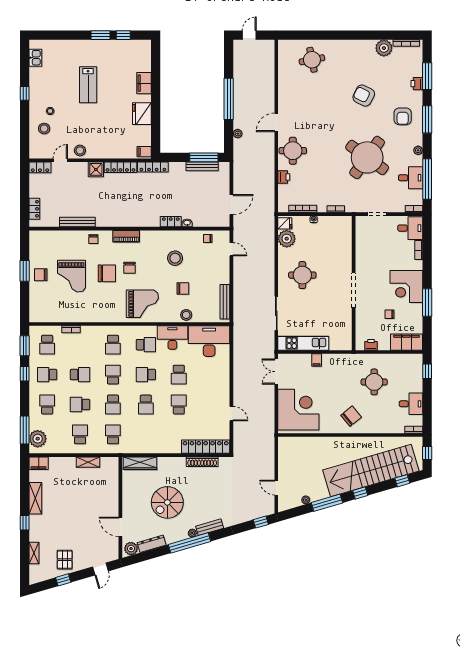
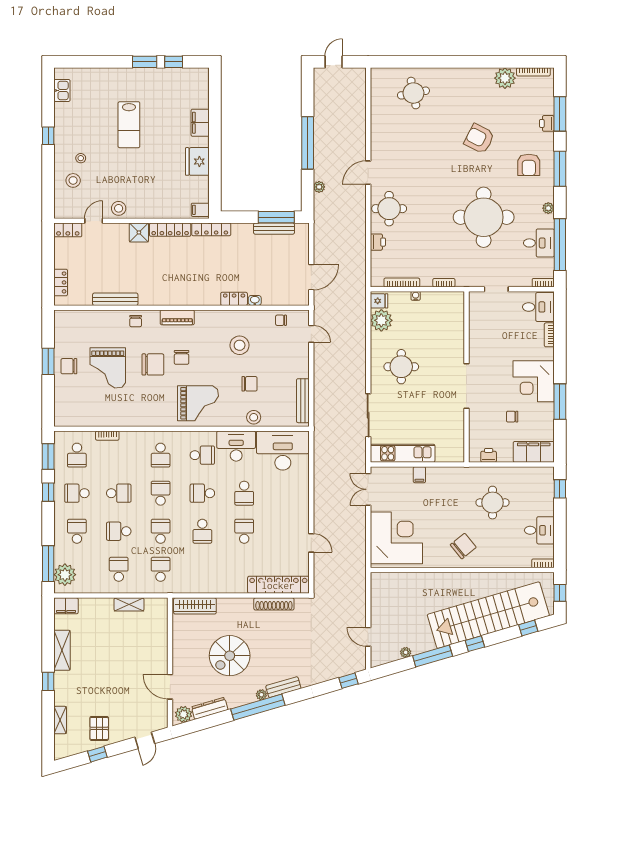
round table: (367, 157) -> (484, 217), turned -36
school desk: (113, 405) -> (161, 531), turned 180

